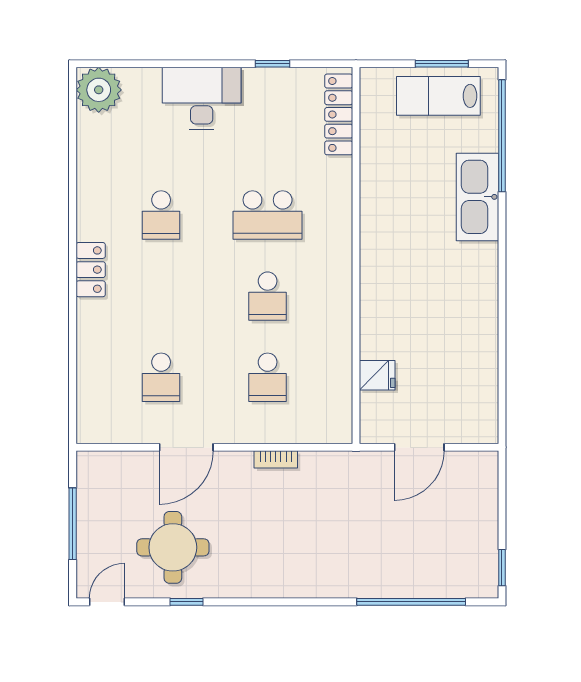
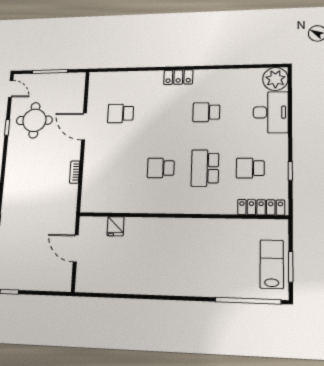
desk: (202, 98) -> (271, 112), moved
kitchen sink: (477, 197) -> (212, 285), removed
school desk: (268, 377) -> (250, 168), moved

